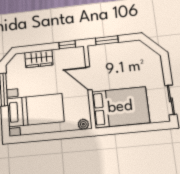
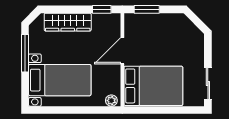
wardrobe: (39, 59) -> (68, 22), width x1.50
door: (89, 78) -> (122, 51), hinge flipped

